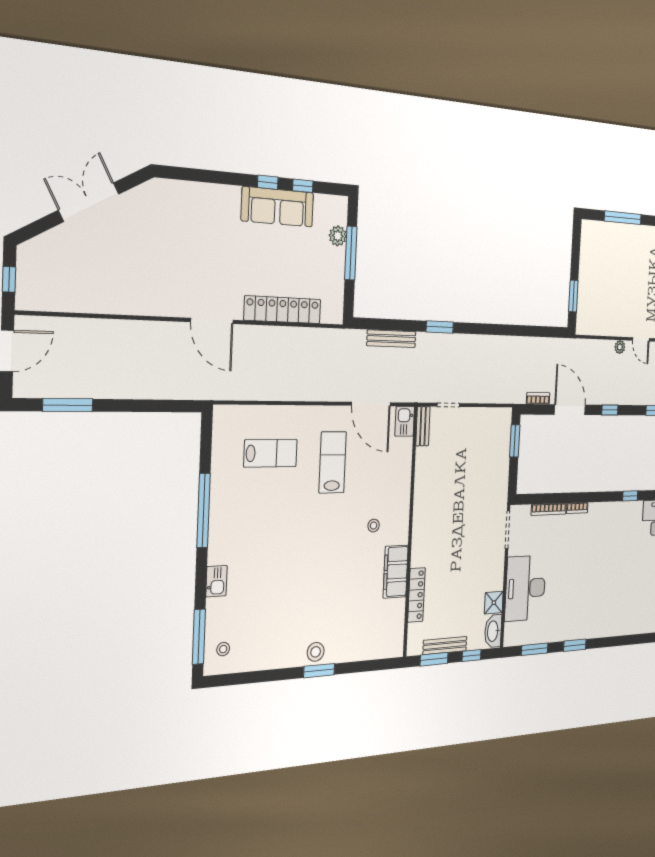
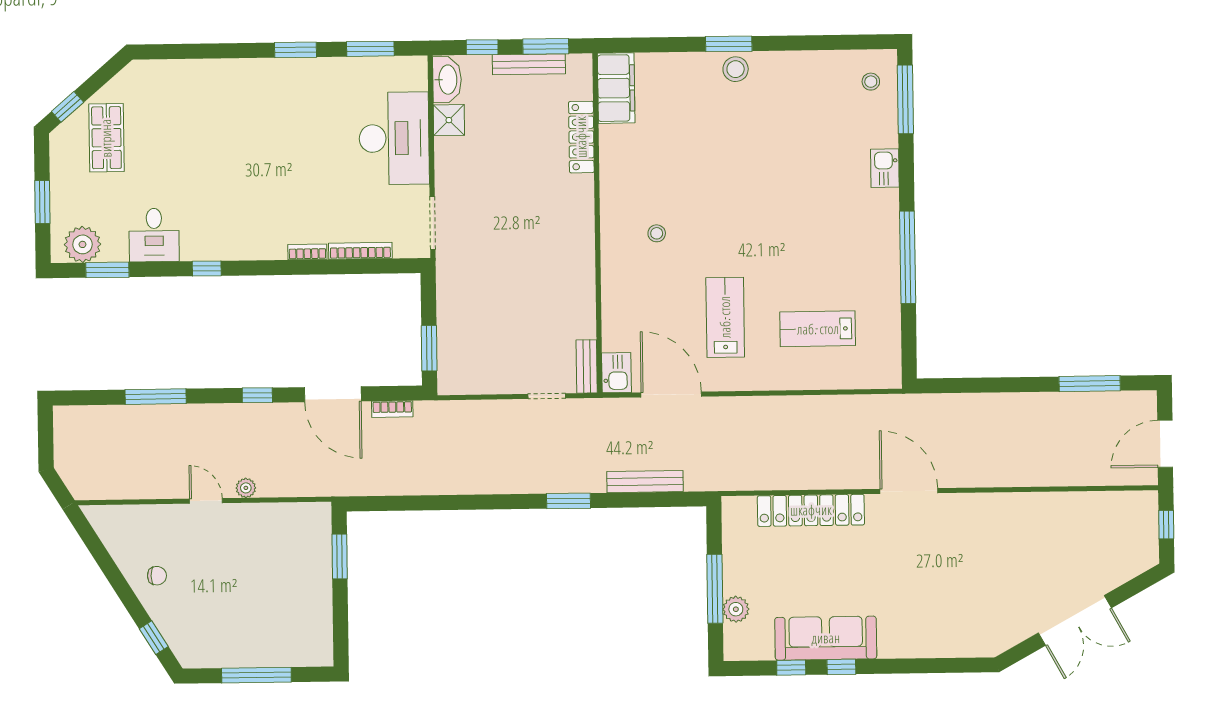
lab bench: (333, 462) -> (725, 317), turned 180
filing cabinet: (396, 572) -> (616, 88), moved

